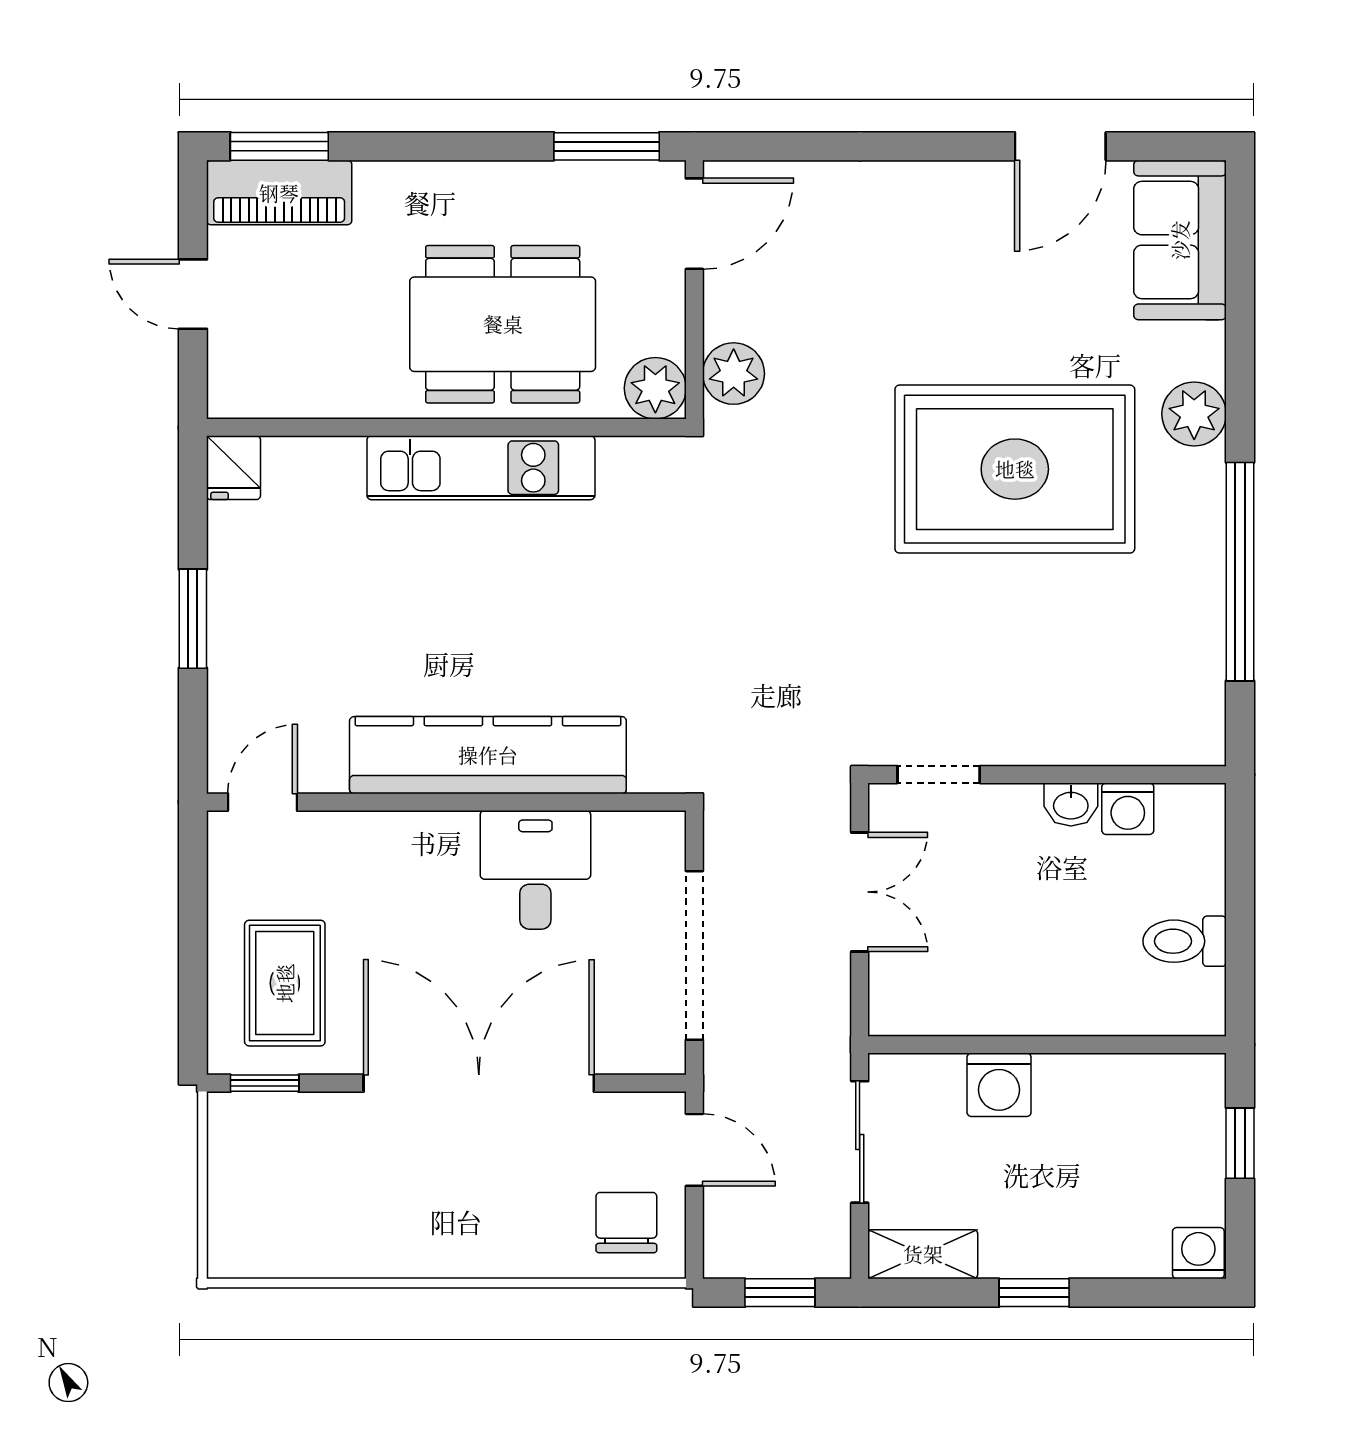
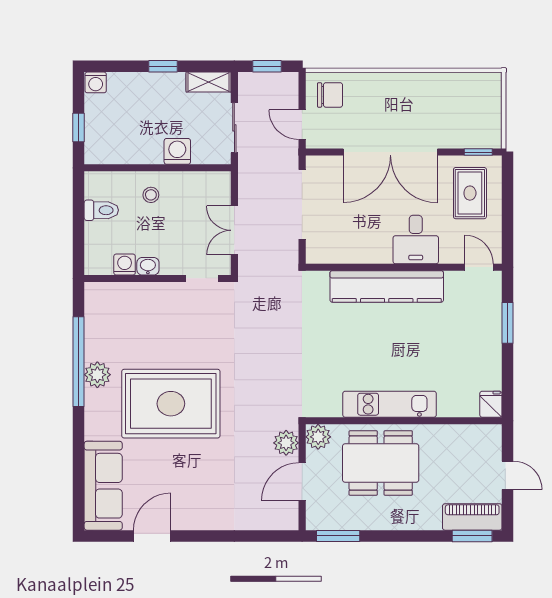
door: (694, 224) -> (302, 482), moved
sofa: (1180, 240) -> (103, 486), width x1.36
plant: (1194, 414) -> (97, 375), moved
window: (193, 619) -> (508, 323), moved
door: (263, 802) -> (479, 267), swing flipped
desk: (535, 870) -> (416, 239), moved
stool: (1063, 979) -> (151, 195), added
chair: (626, 1223) -> (330, 95), turned -90

